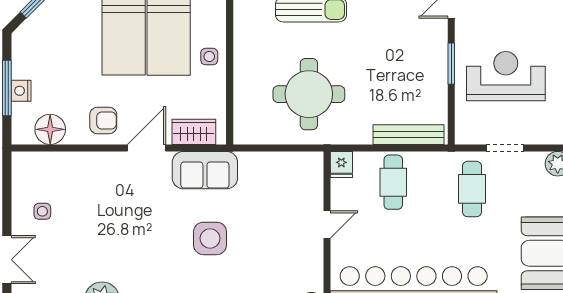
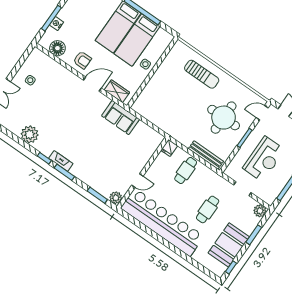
reception desk: (506, 76) -> (264, 159), turned 90
round table: (309, 94) -> (224, 118), moved
sofa: (205, 170) -> (121, 118), moved
cafe table: (472, 189) -> (208, 209), moved
door: (327, 224) -> (137, 181), moved
side table: (210, 238) -> (93, 141), removed

